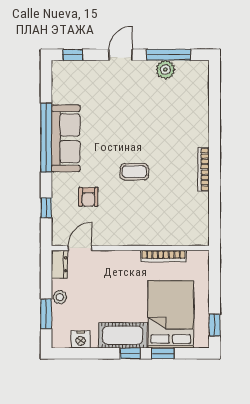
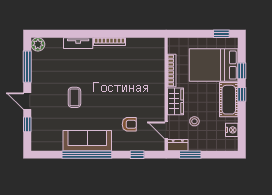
window: (73, 55) -> (27, 124), moved
plant: (165, 70) -> (38, 44), moved
tv unit: (201, 126) -> (78, 43), added
coffee table: (134, 172) -> (74, 97), moved
wardrobe: (120, 261) -> (175, 101), added
stool: (60, 297) -> (194, 121), moved
window: (46, 314) -> (190, 155), moved

